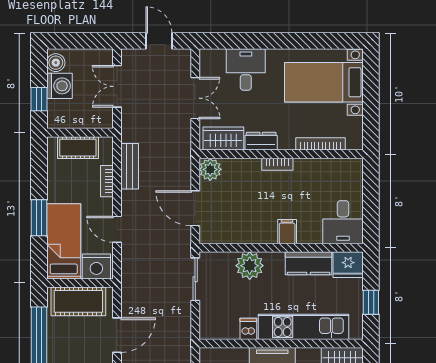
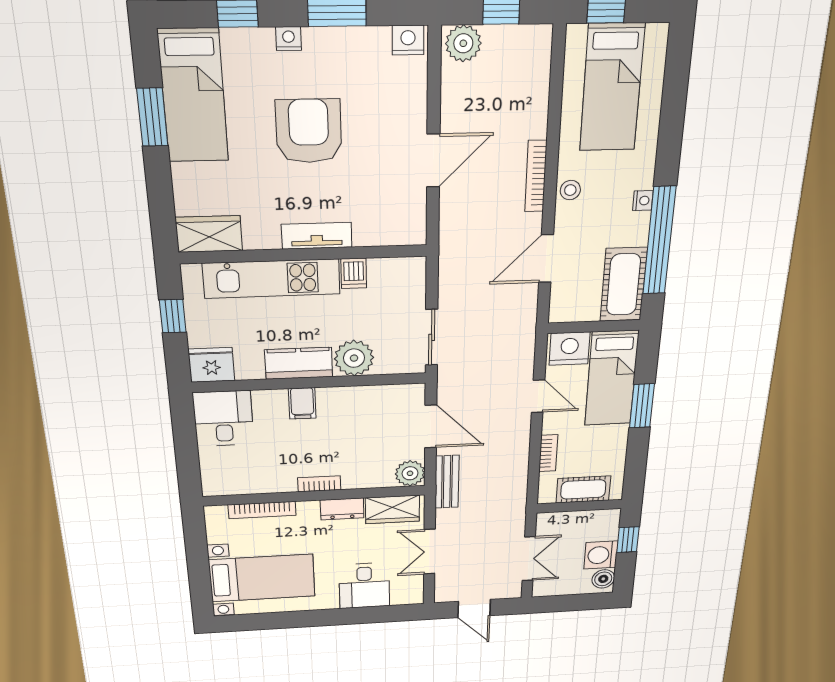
bench: (130, 166) -> (447, 482), moved
kitchen counter: (309, 263) -> (299, 363), moved
cot: (78, 301) -> (623, 284), moved, turned 90

